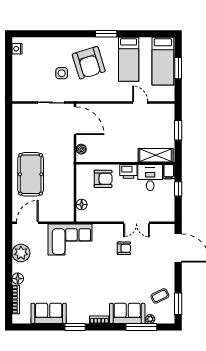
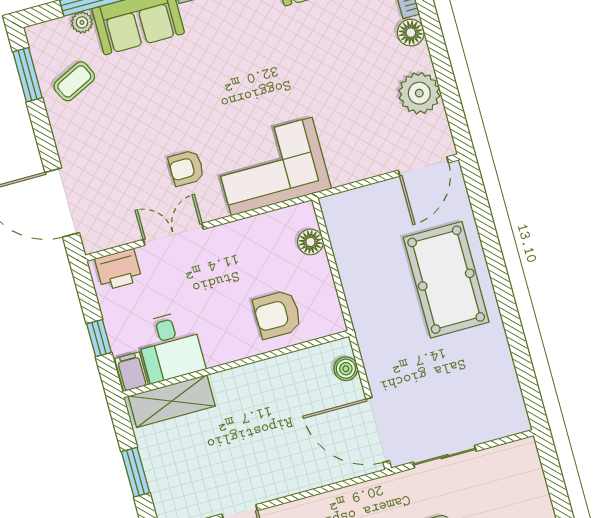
printer: (128, 171) -> (118, 270), moved, turned 180
corner sofa: (70, 240) -> (272, 166), moved

